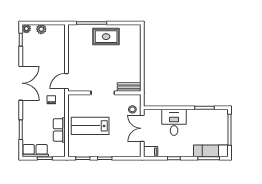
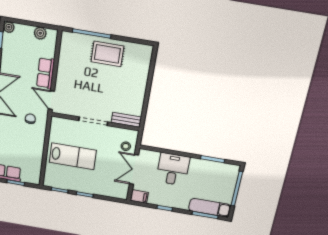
plant: (41, 29) -> (40, 33), moved
door: (67, 81) -> (51, 100), hinge flipped
lab bench: (90, 126) -> (73, 156), turned 180
row of seats: (59, 130) -> (46, 73), moved

